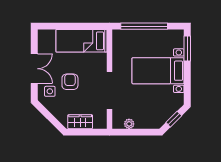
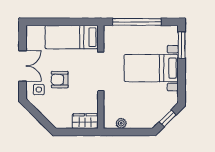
armchair: (70, 82) -> (60, 80), turned -90
doorway: (109, 90) -> (101, 71), moved
wardrobe: (80, 122) -> (85, 121), moved

